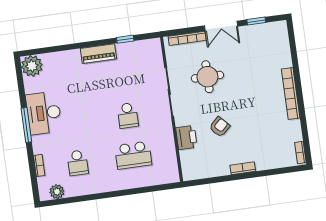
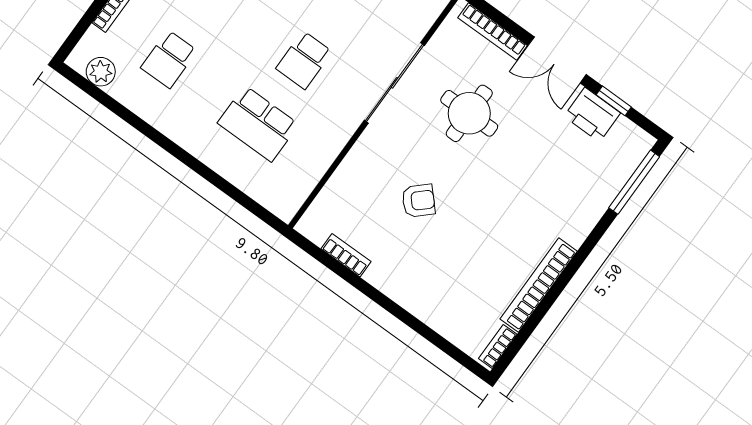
window: (293, 44) -> (634, 182), added
bookcase: (291, 94) -> (539, 285), moved
printer: (186, 138) -> (592, 115), moved, turned 90
bookcase: (243, 168) -> (346, 255), moved

